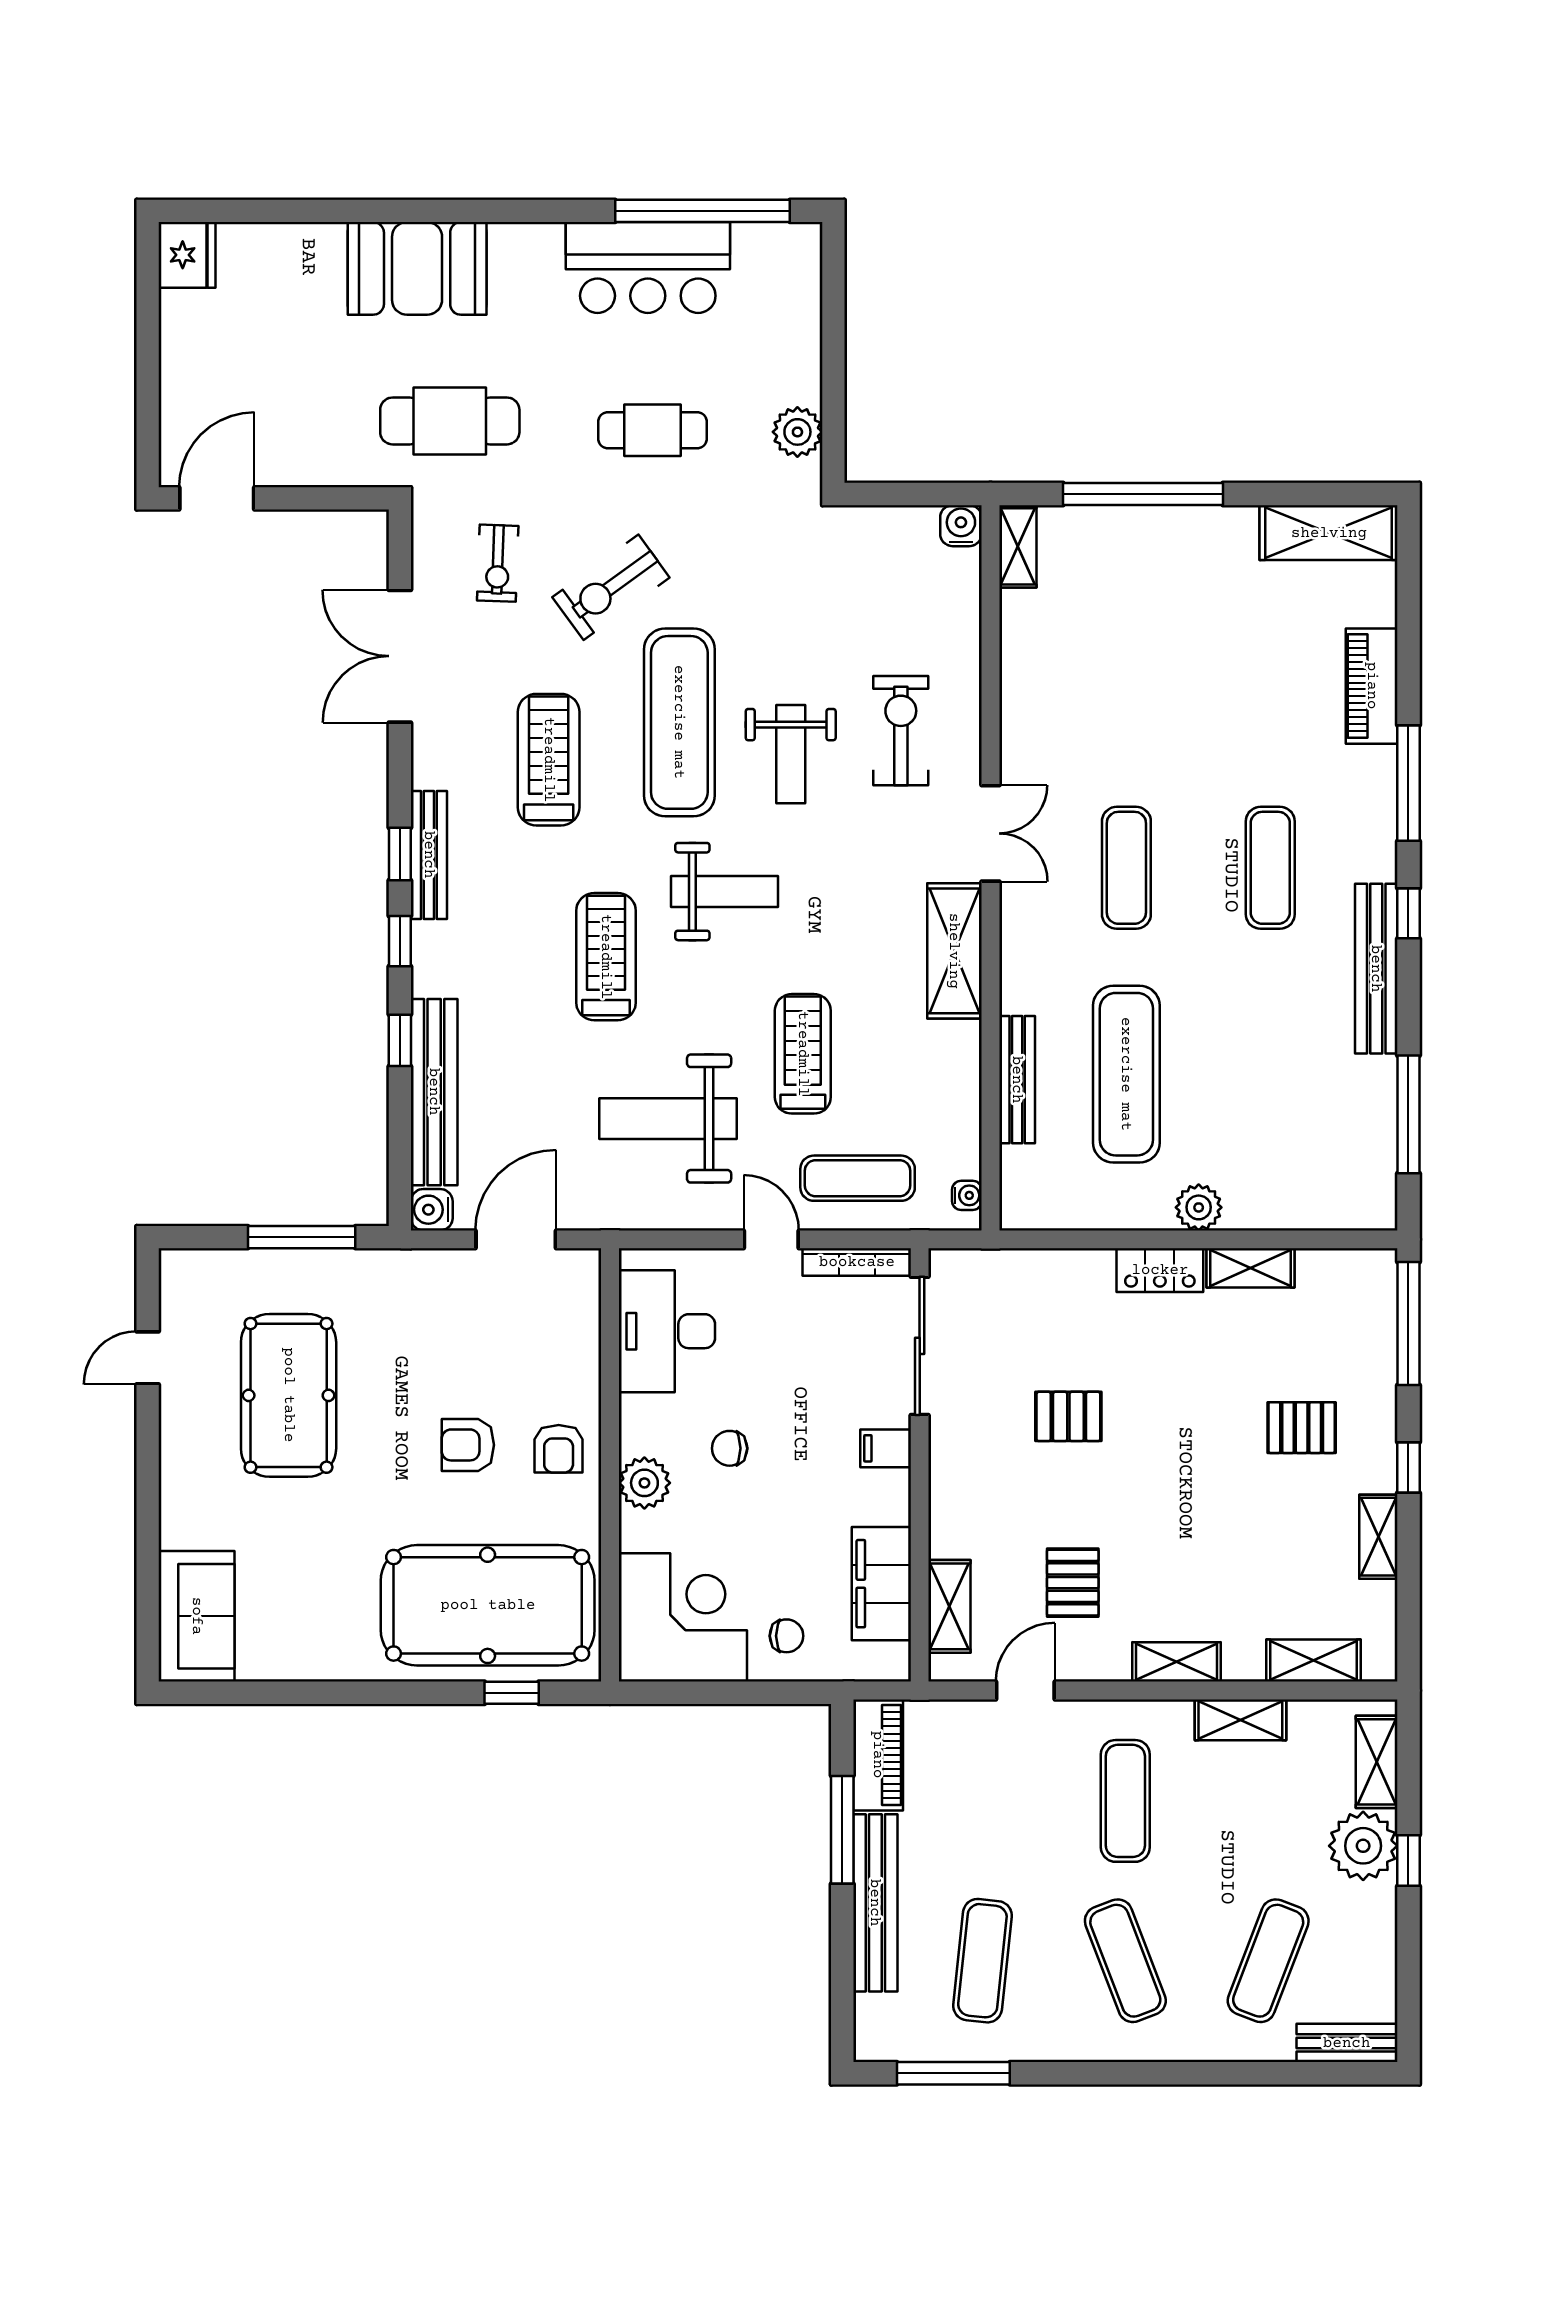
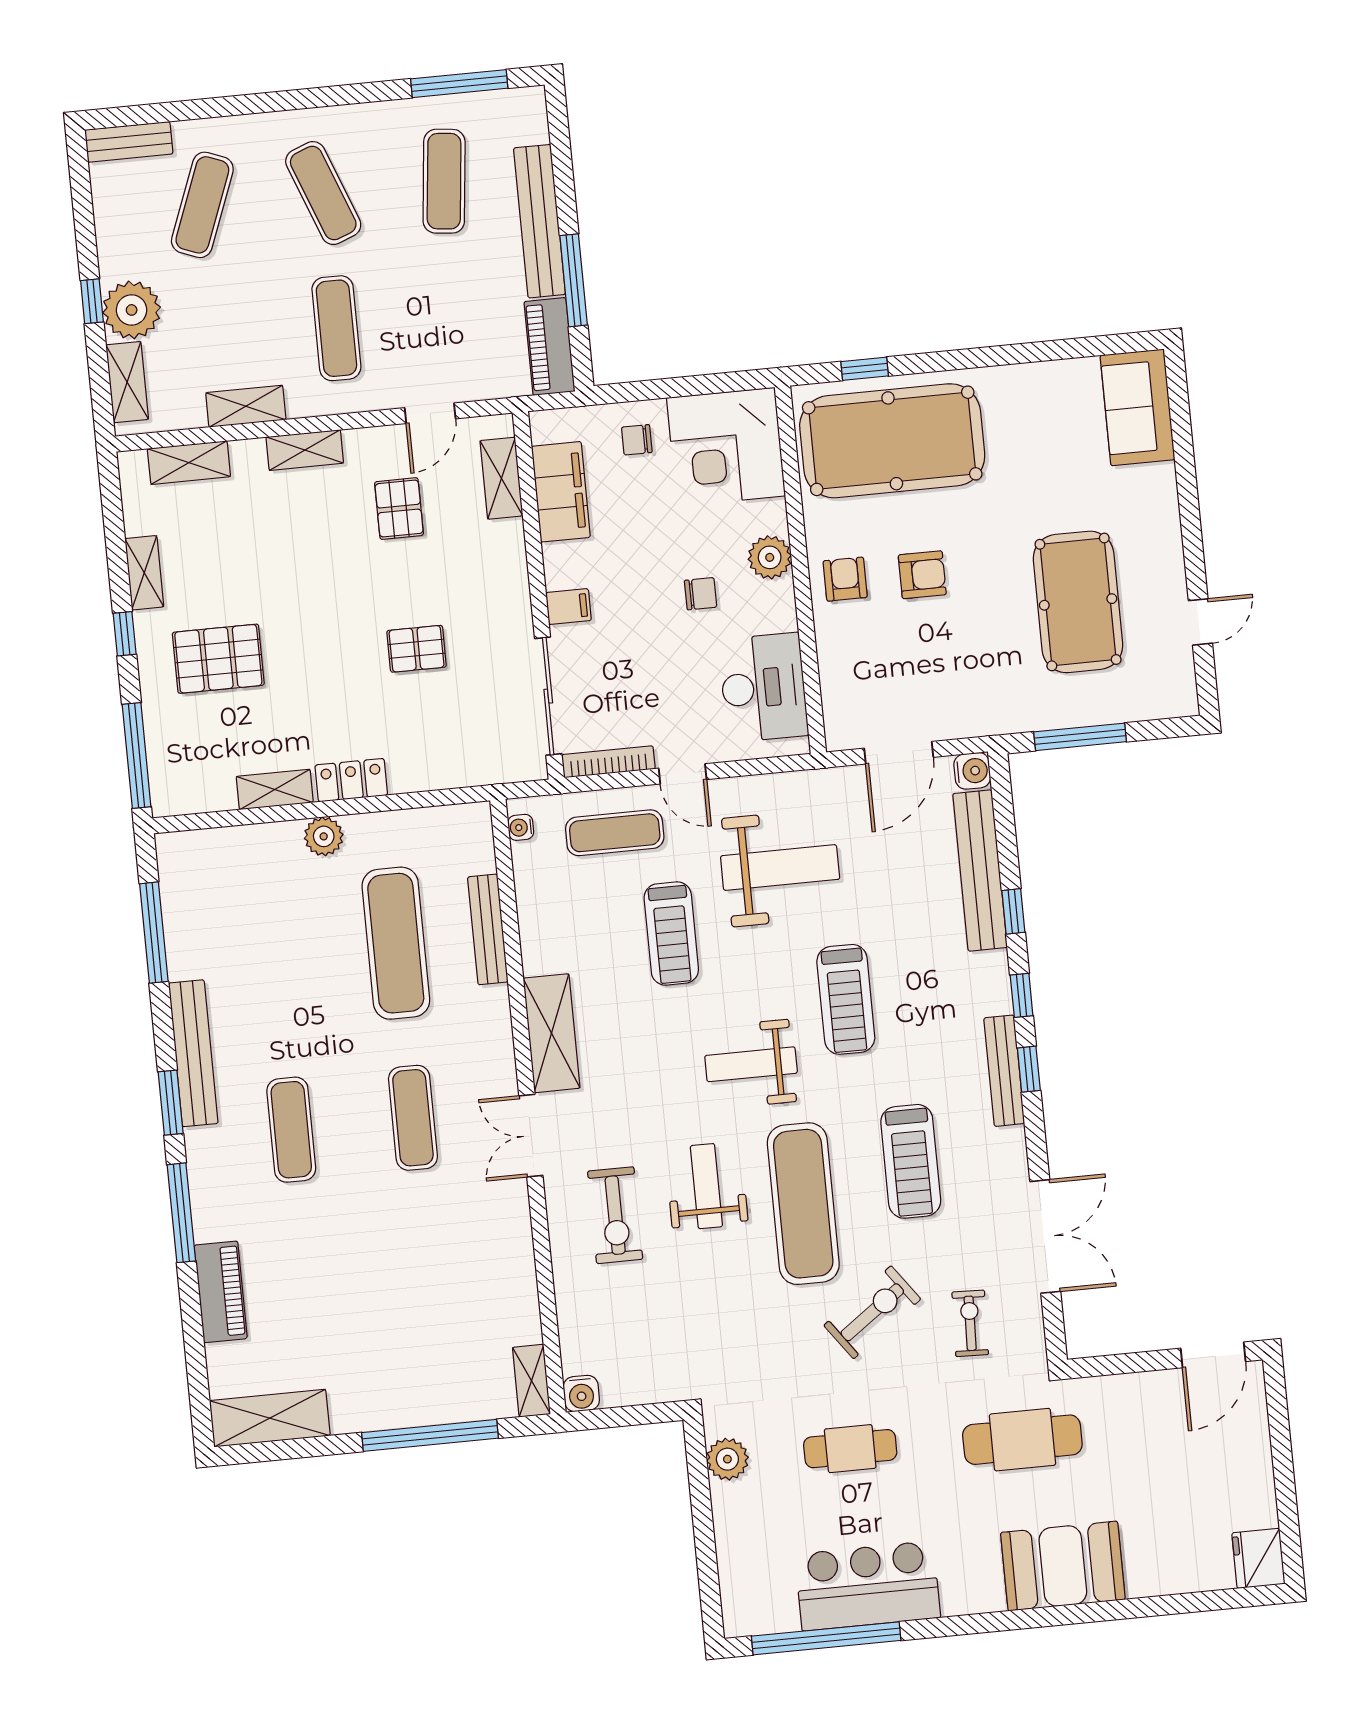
window: (1408, 913) -> (171, 1103), width x1.50
pallet: (1302, 1428) -> (218, 659), width x1.50, depth x1.42

